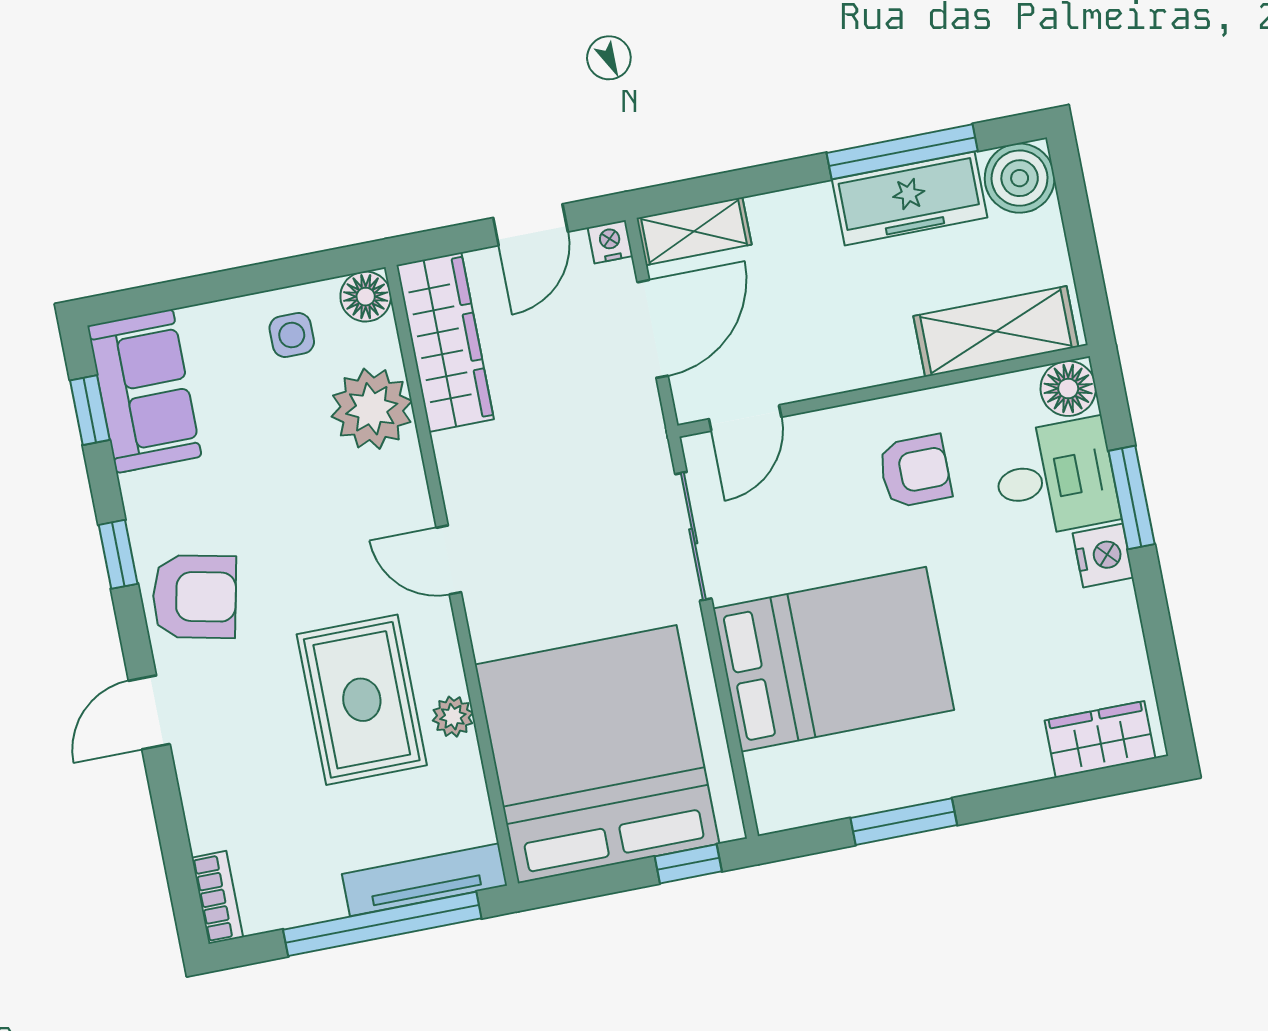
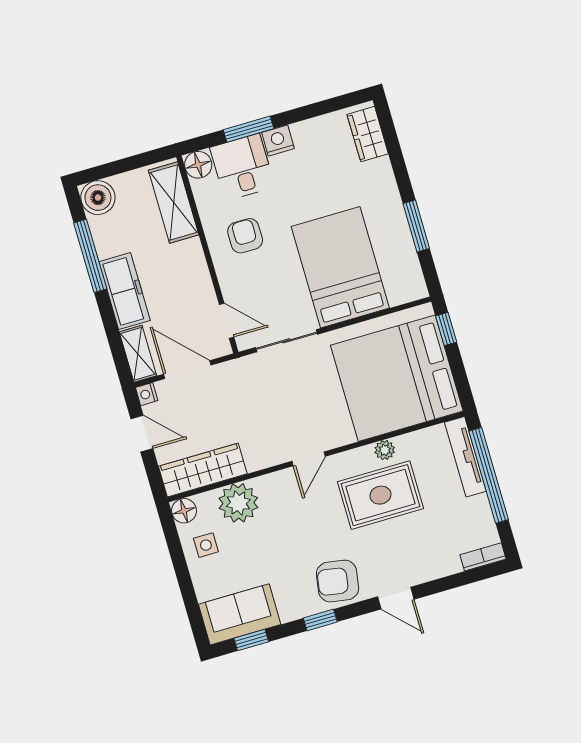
freezer: (910, 199) -> (125, 291), moved
armchair: (195, 597) -> (338, 581), turned -93

